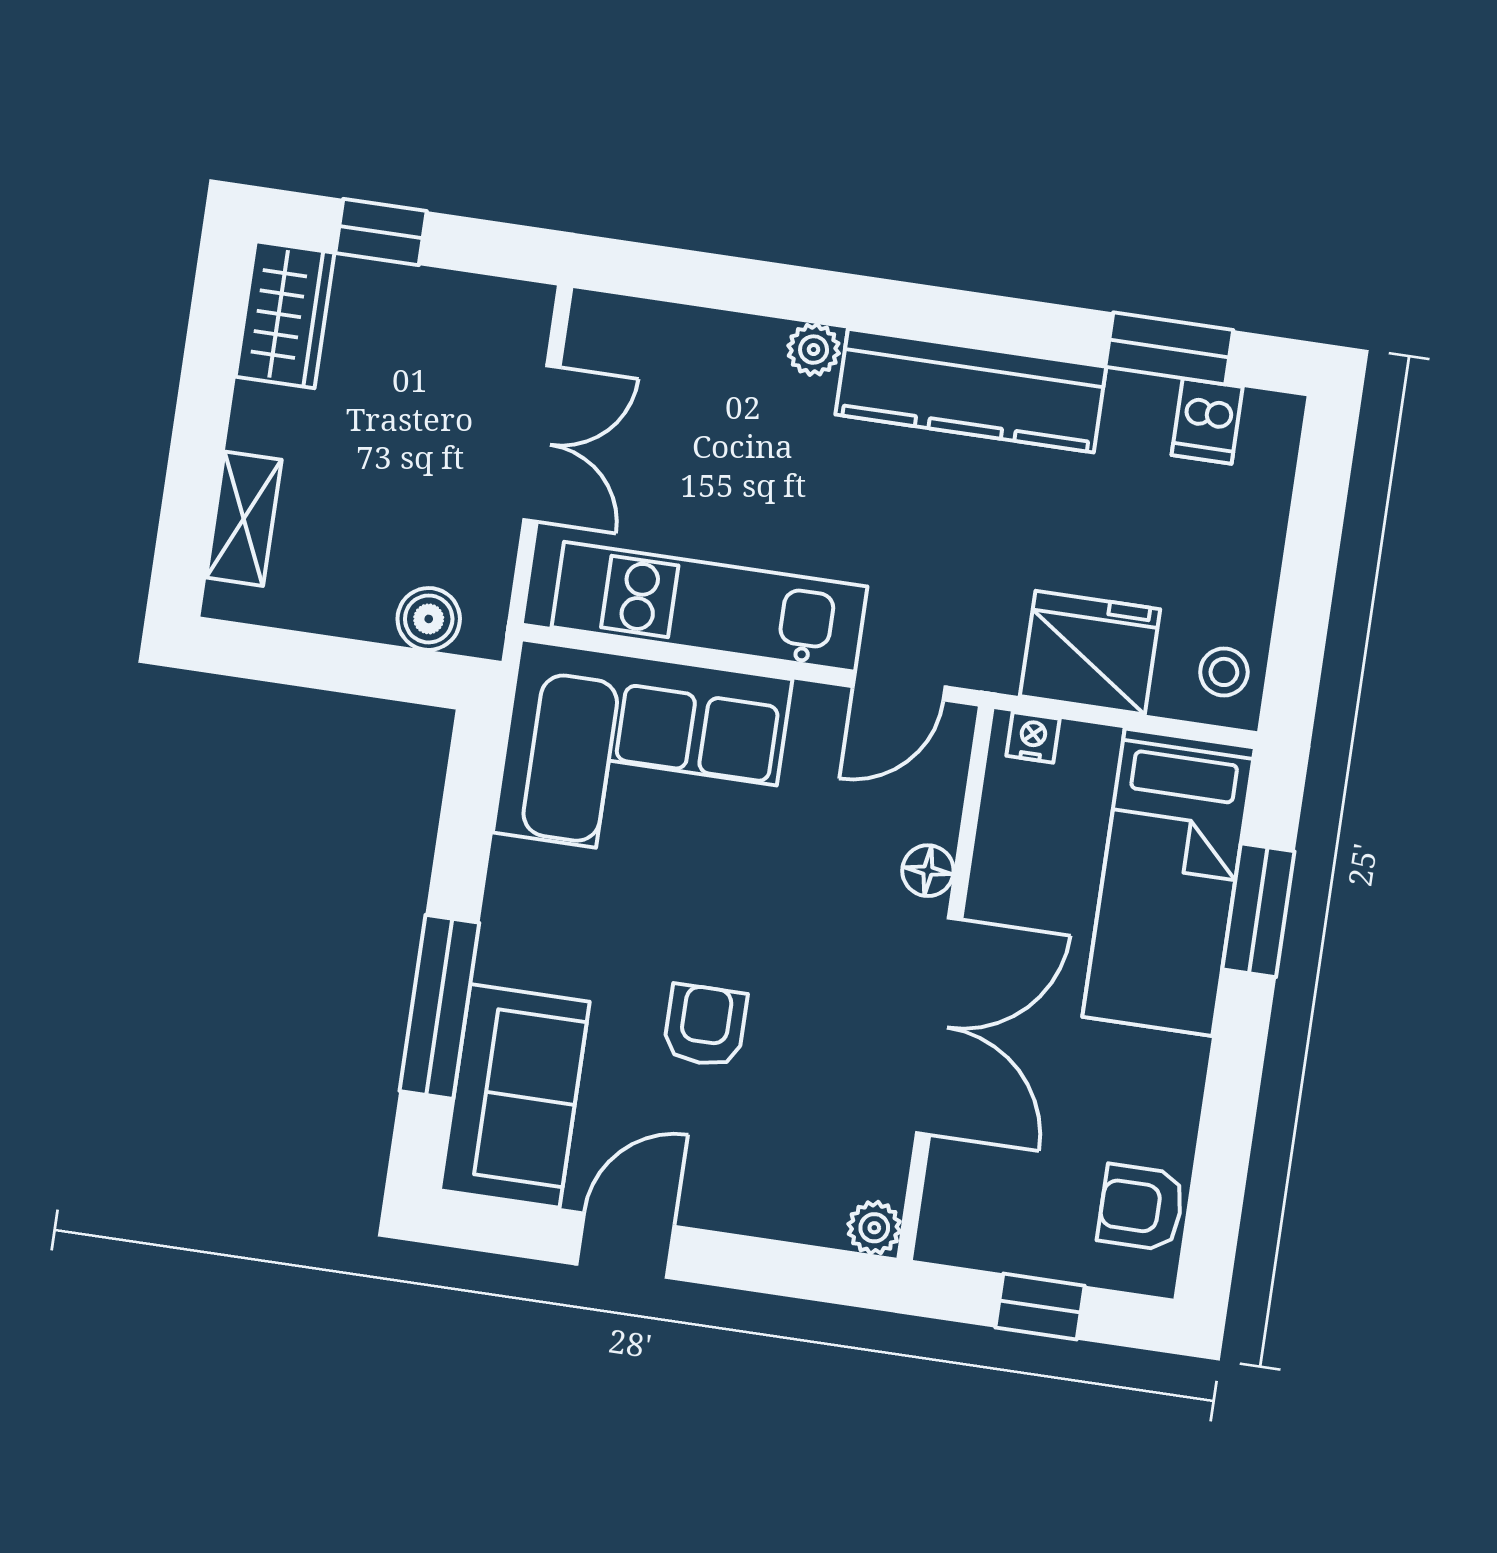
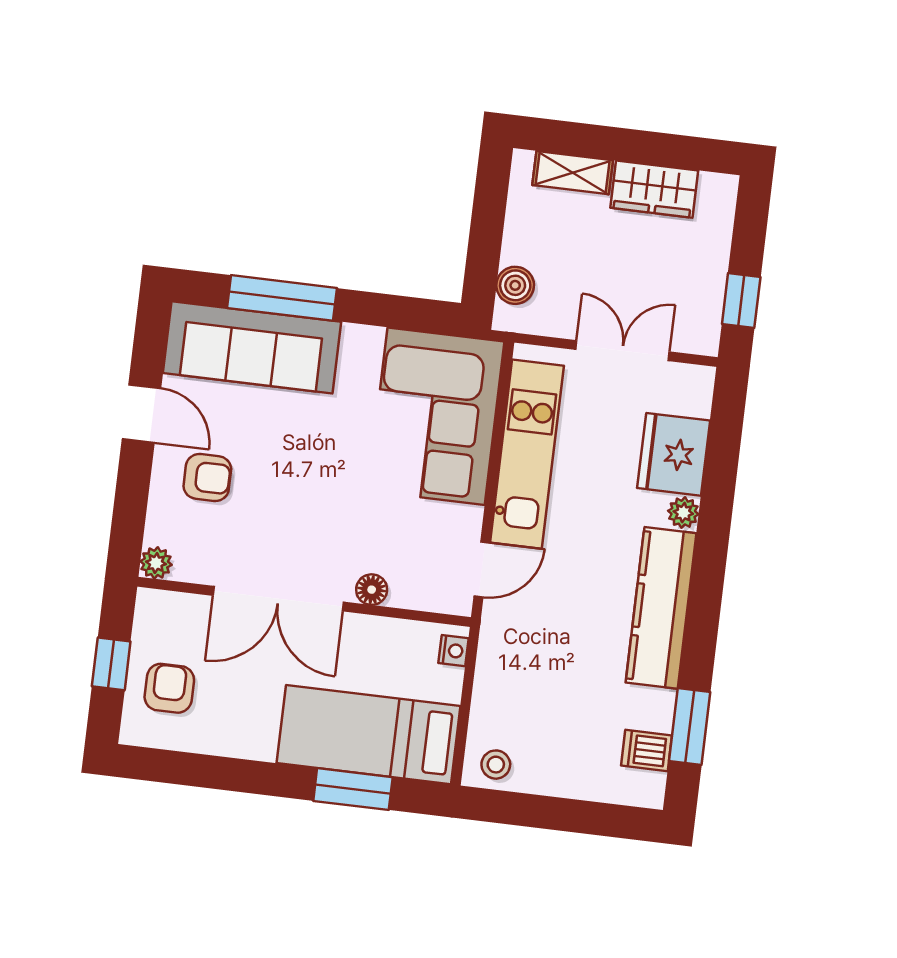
window: (381, 232) -> (741, 300), moved
wardrobe: (285, 315) -> (654, 189), moved
double door: (542, 443) -> (623, 351), swing flipped
fridge: (1090, 653) -> (674, 454), moved, turned 180
door: (899, 687) -> (482, 569), swing flipped
armchair: (705, 1026) -> (207, 477), moved
sofa: (515, 1096) -> (252, 347), width x1.36
armchair: (1141, 1207) -> (169, 688), moved

